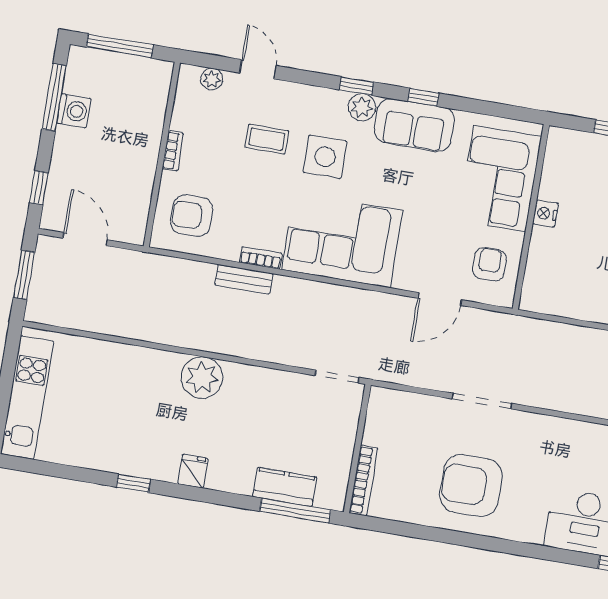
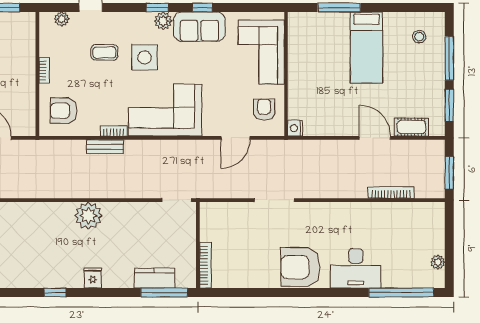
nightstand: (545, 214) -> (295, 128), moved
armchair: (471, 486) -> (300, 267), moved

